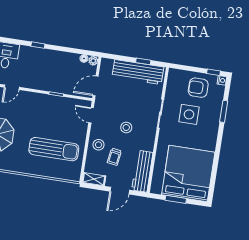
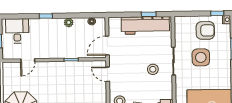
plant: (93, 61) -> (69, 22), moved
armchair: (198, 88) -> (205, 30), turned 180
stool: (126, 128) -> (153, 69), moved

